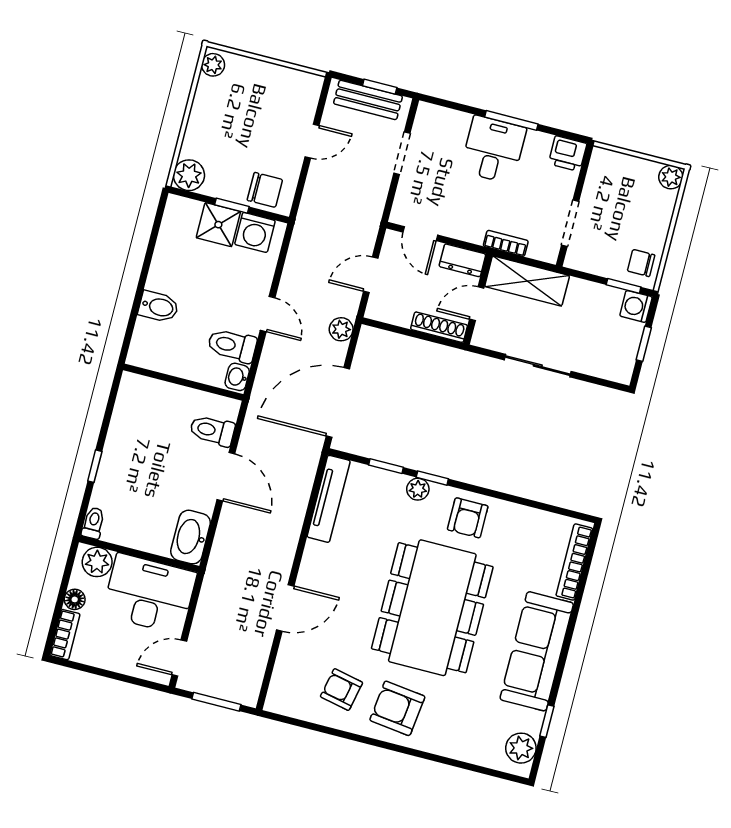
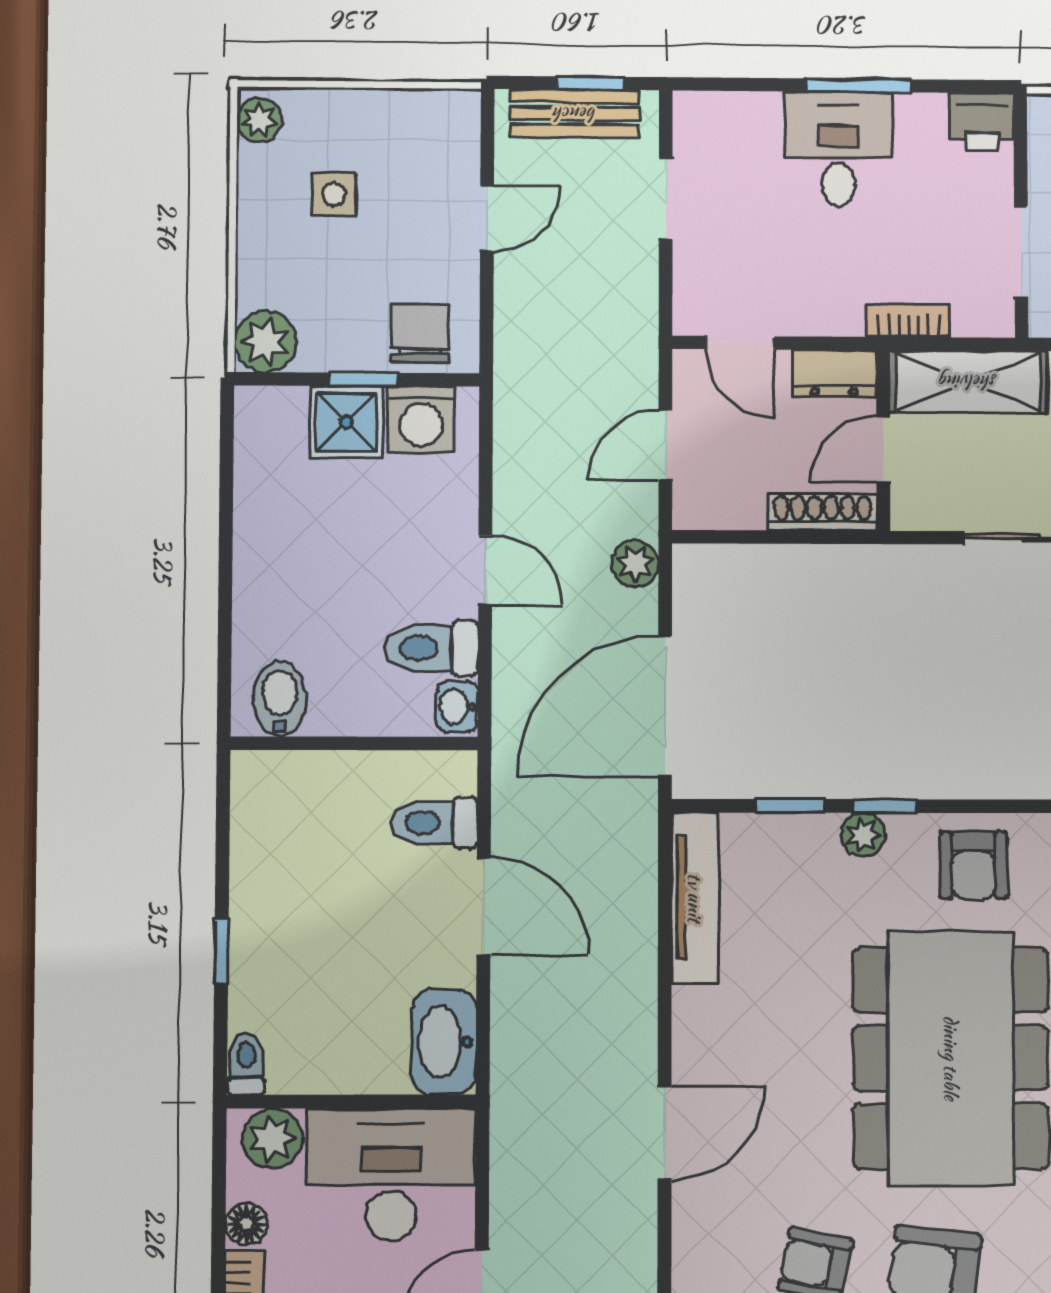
side table: (240, 111) -> (334, 194), added
chair: (265, 190) -> (420, 333), turned -90
bidet: (159, 307) -> (280, 699), moved, turned -90

